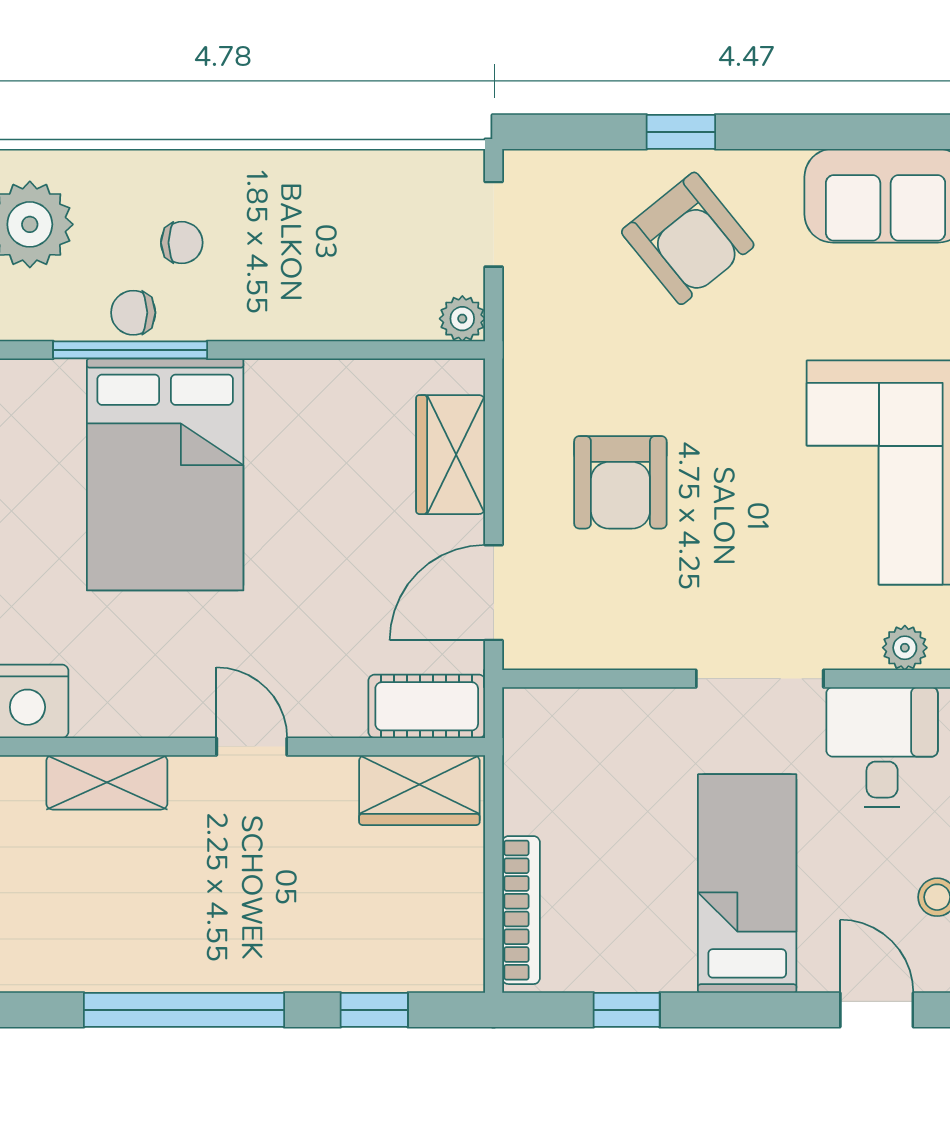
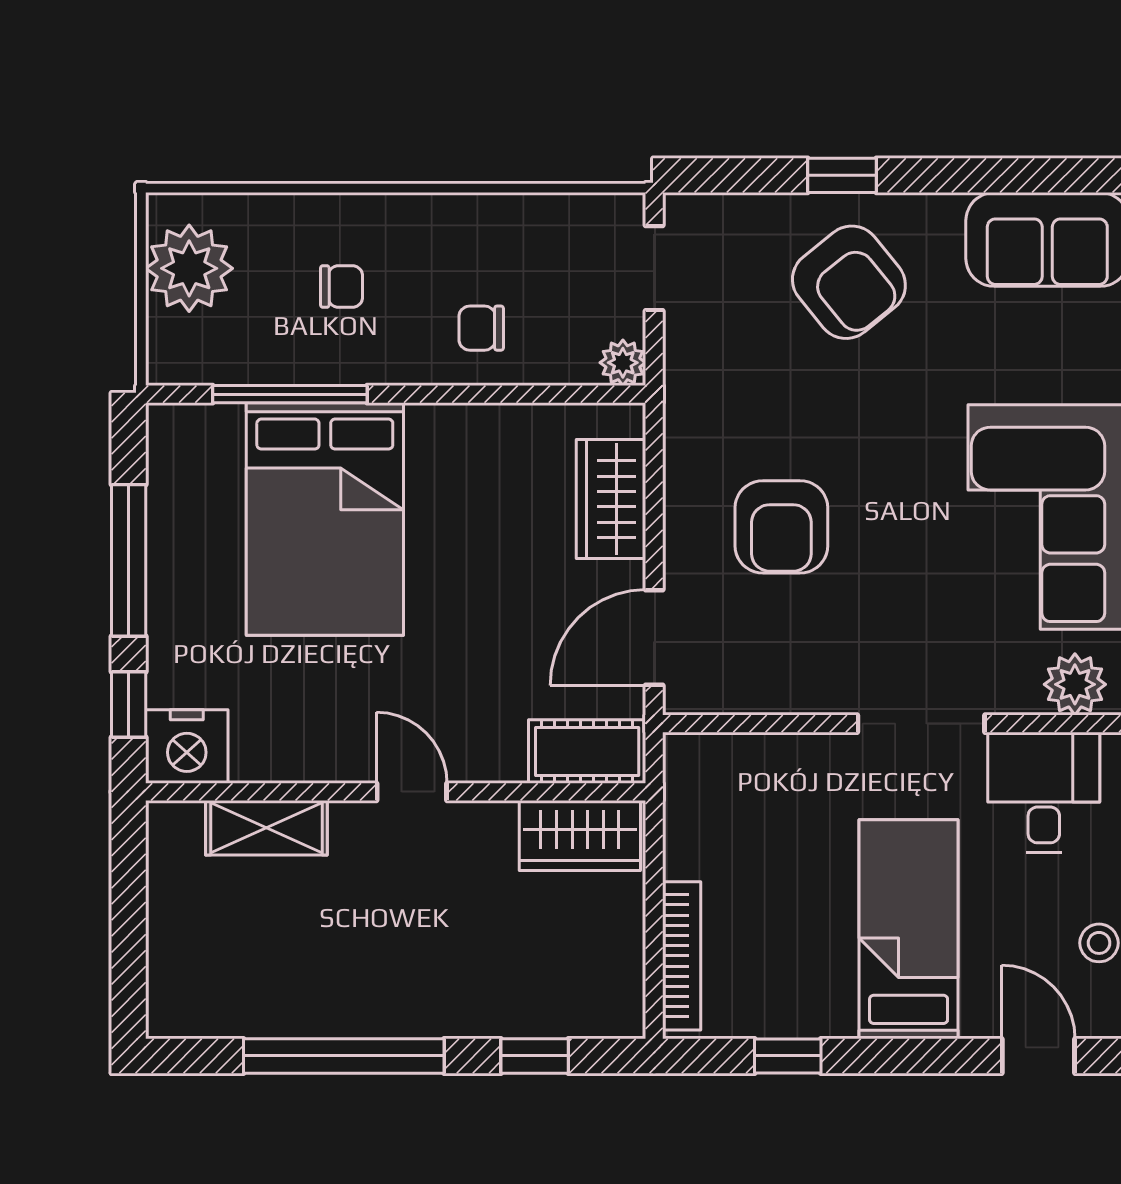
chair: (133, 313) -> (481, 328), moved
plant: (905, 648) -> (1075, 684), width x1.38, depth x1.38

